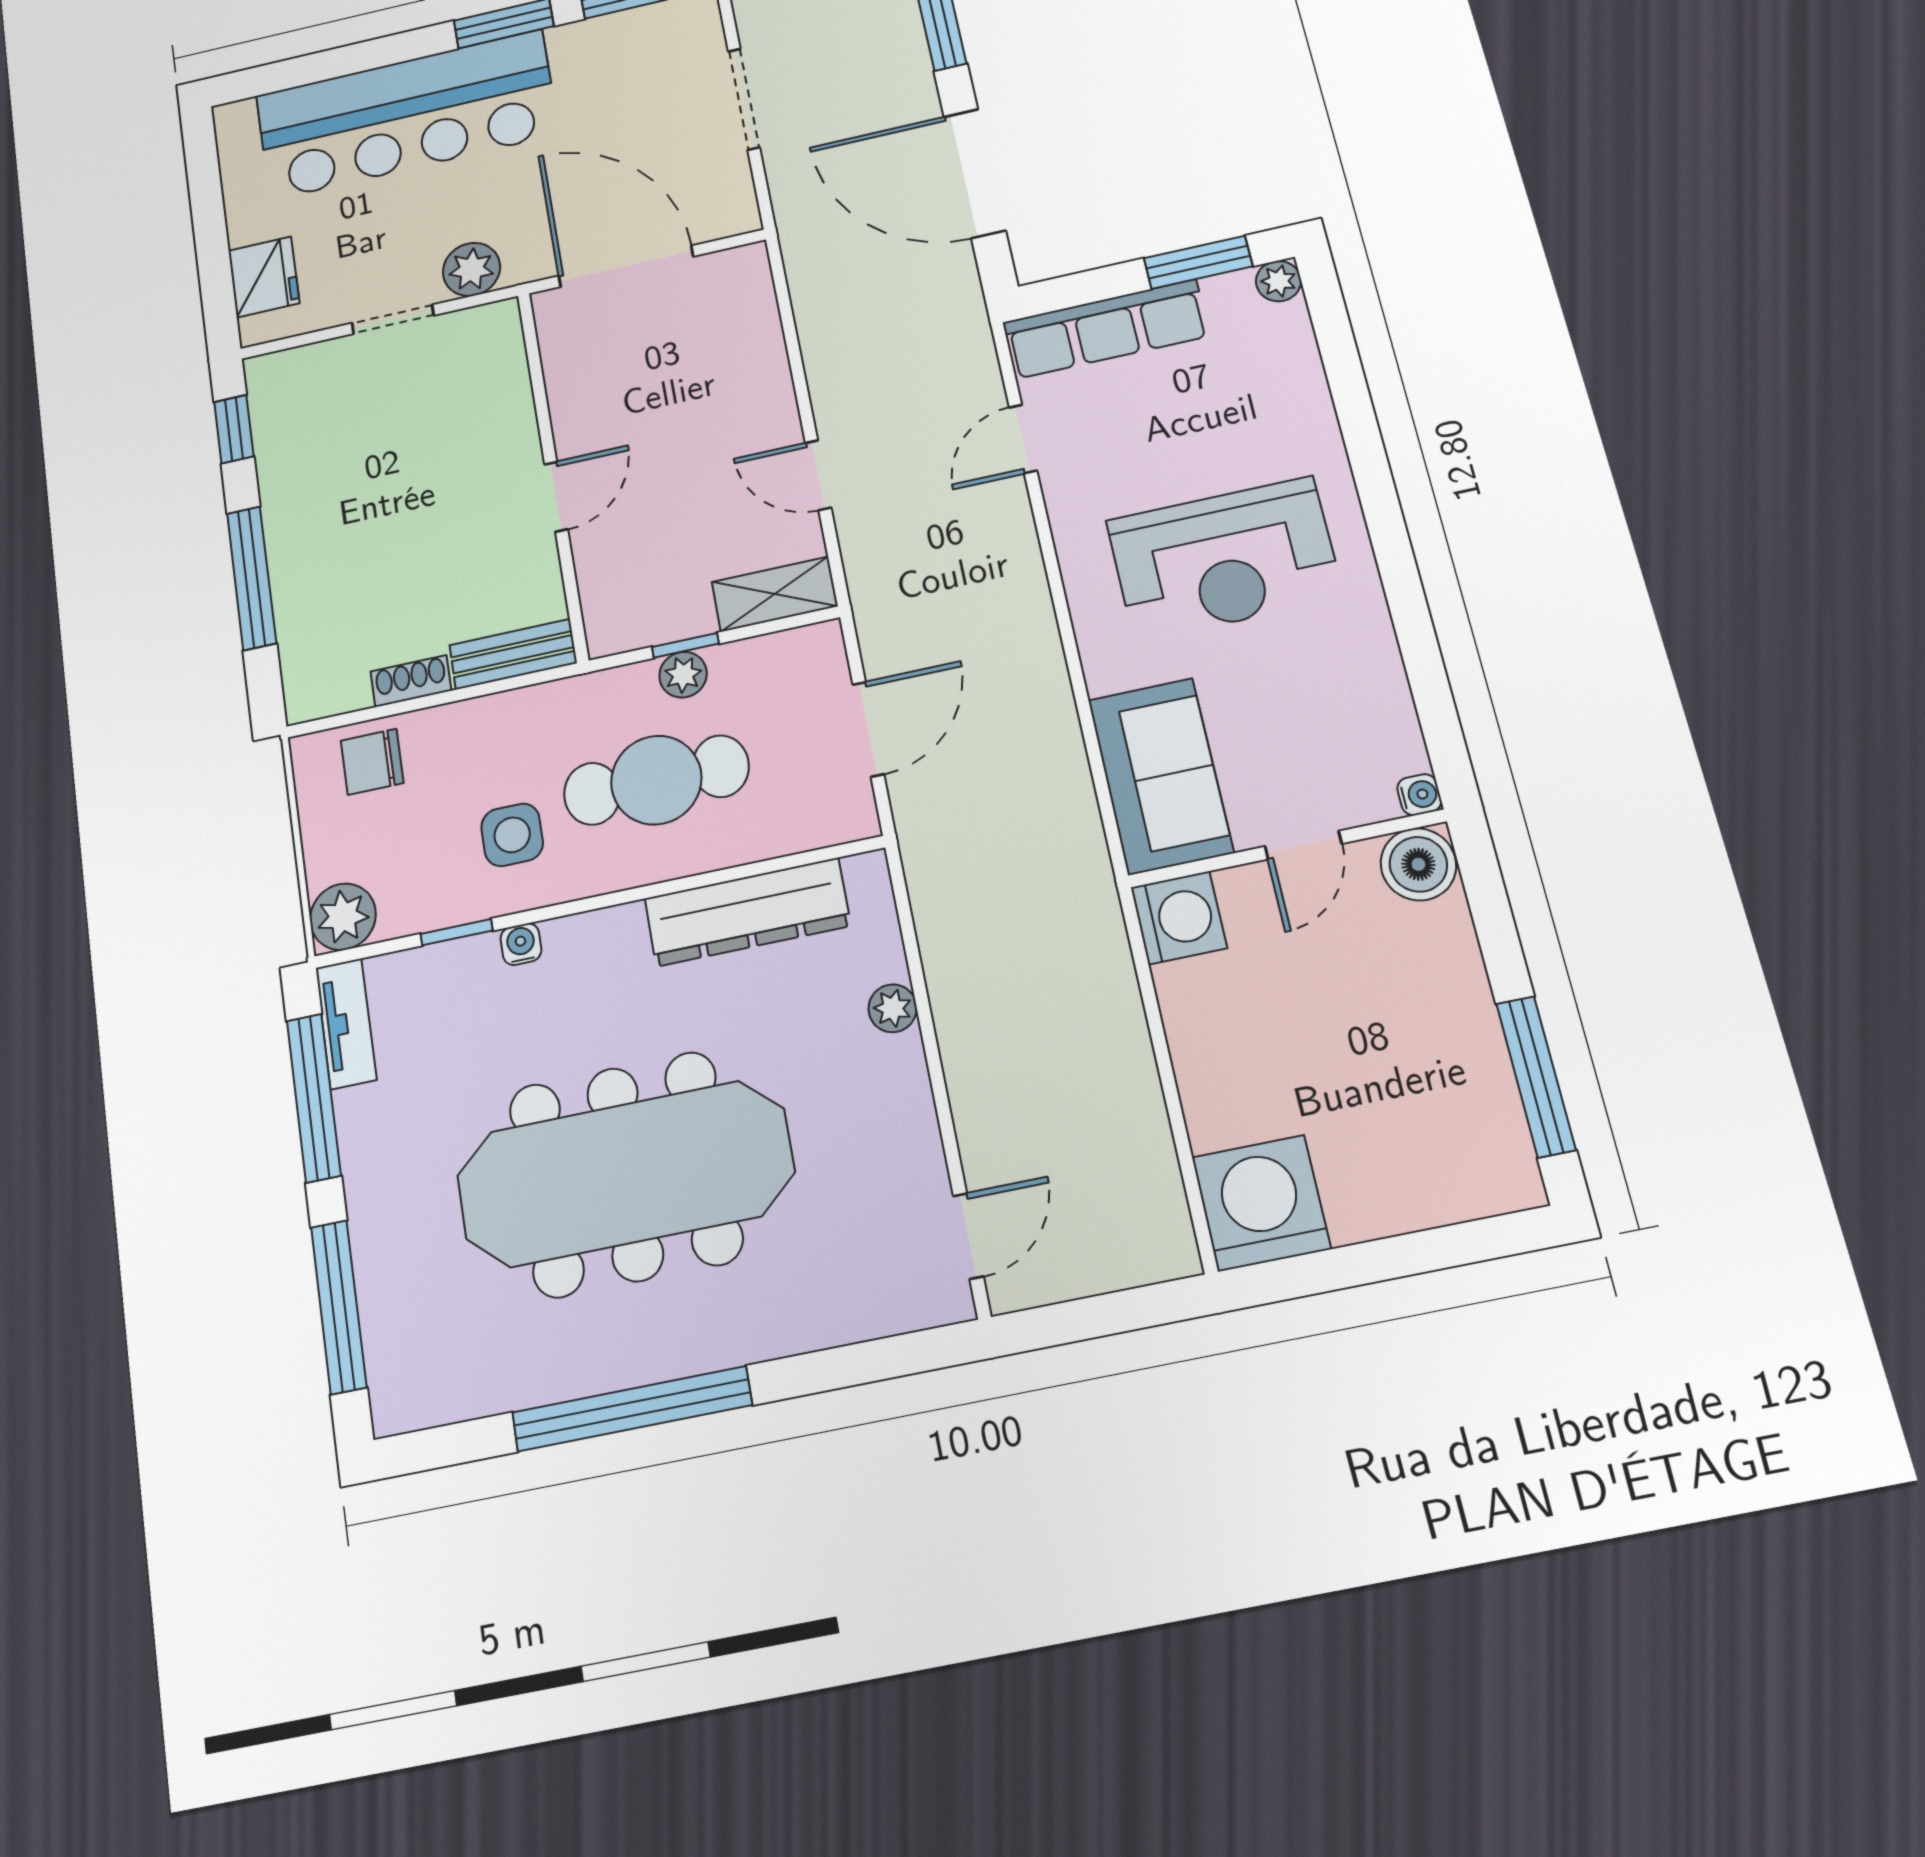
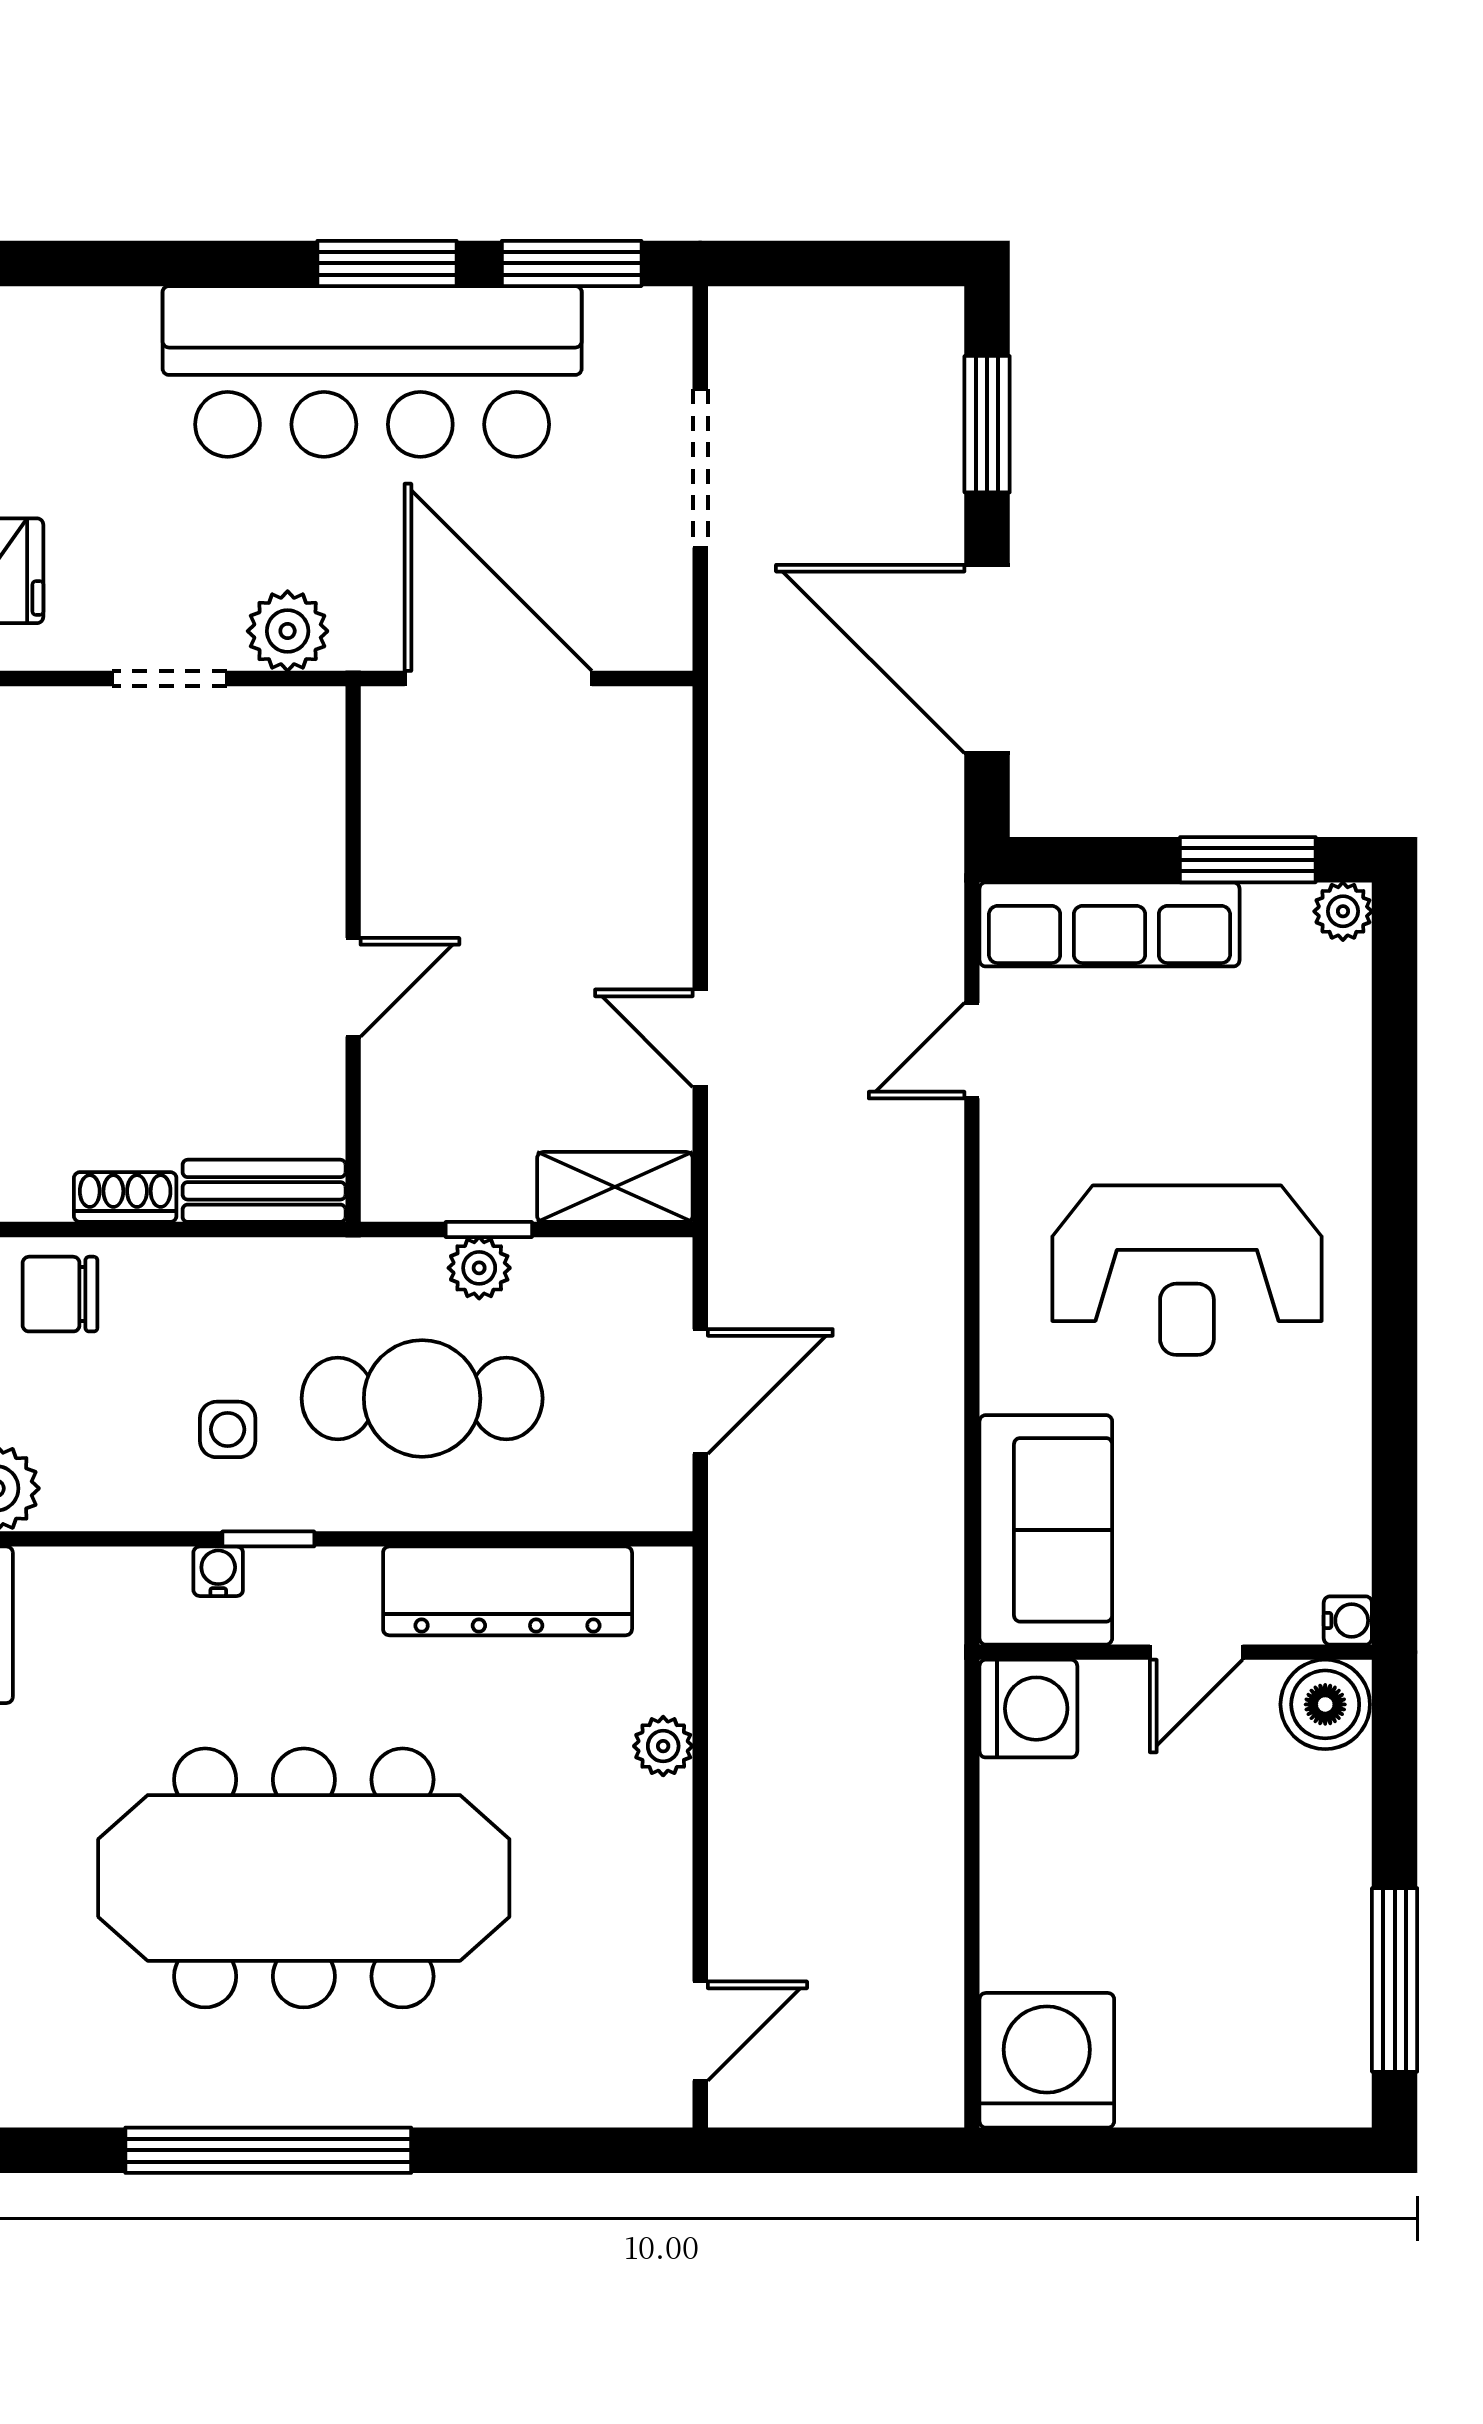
bar counter: (406, 115) -> (372, 371), moved
side table: (512, 835) -> (228, 1429), width x0.73, depth x0.73
window: (457, 932) -> (268, 1539), moved

